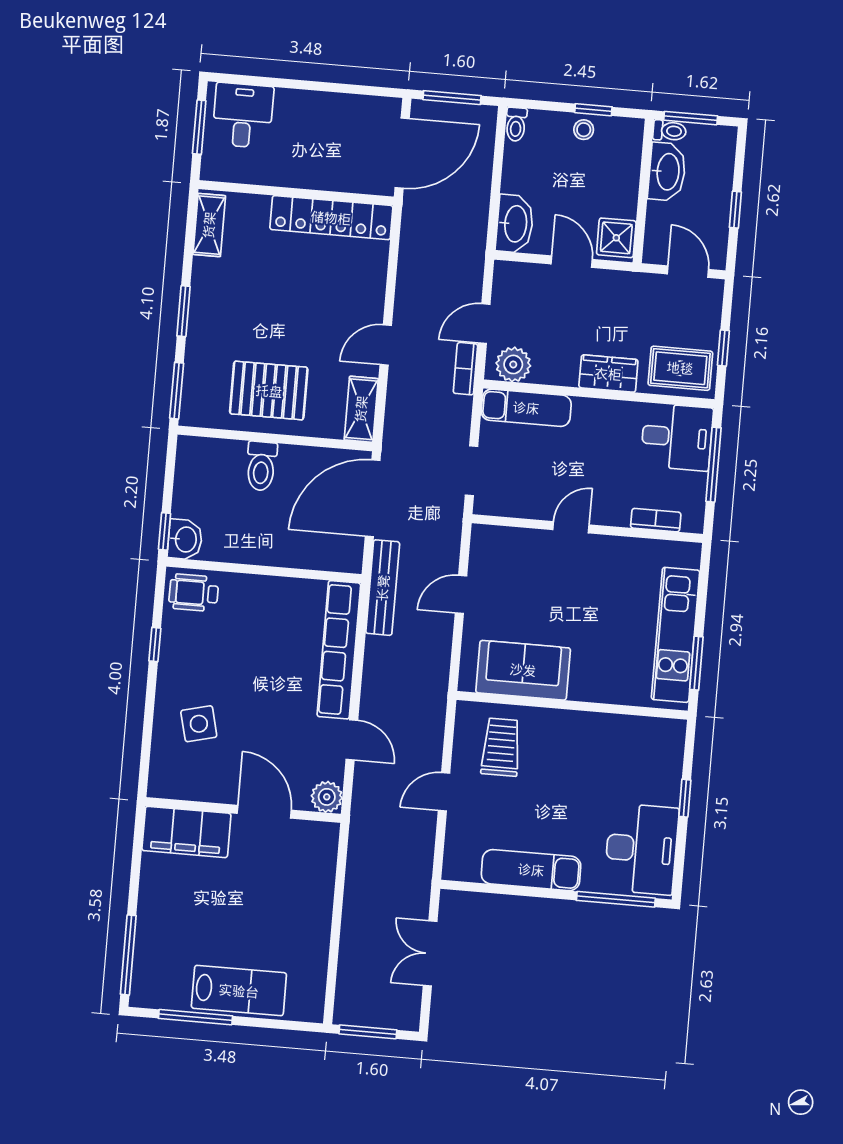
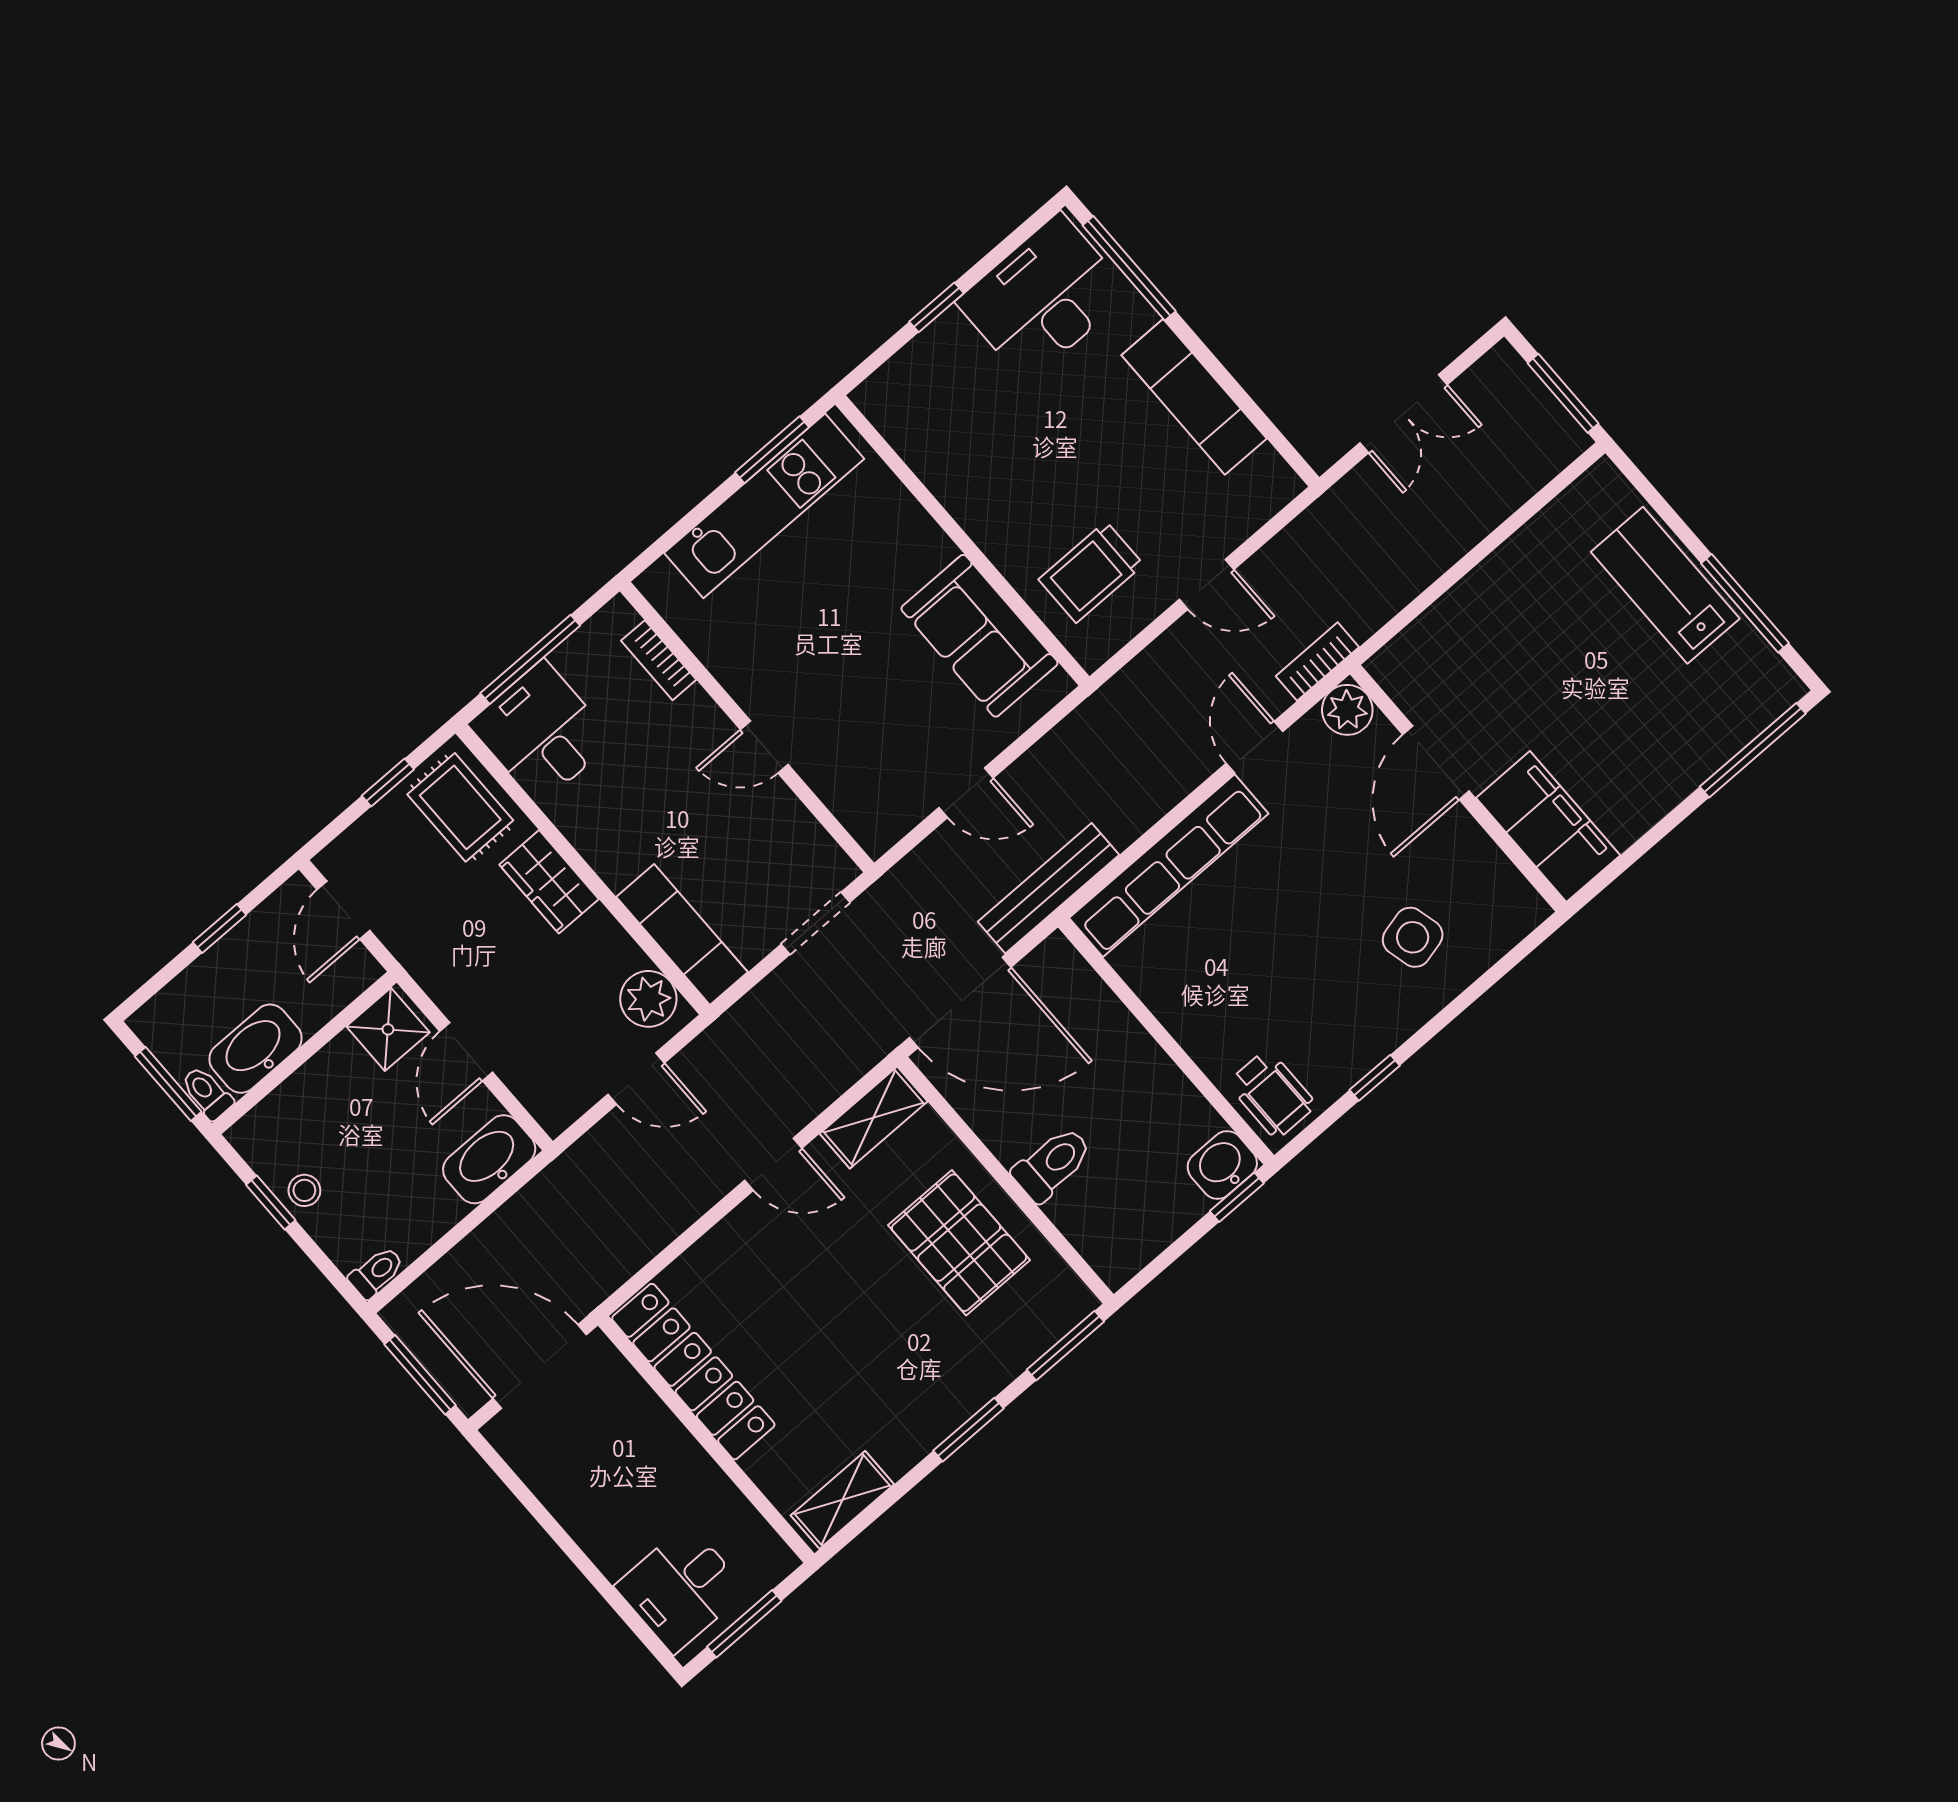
bookcase: (465, 369) -> (1317, 662), moved, turned 180

